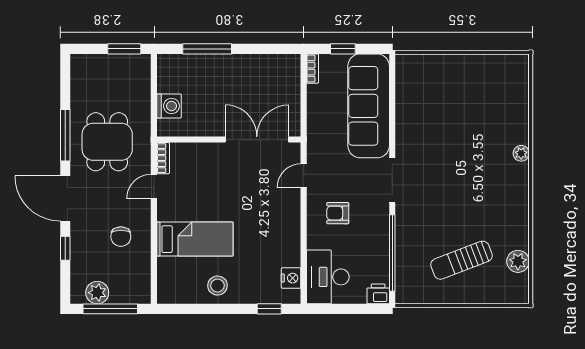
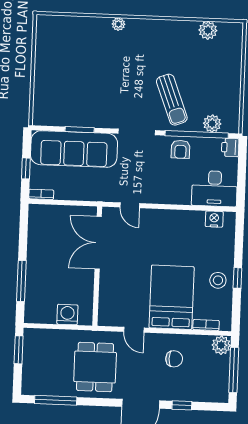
window: (392, 112) -> (80, 130), added
window: (65, 135) -> (56, 400), moved
dining table: (107, 142) -> (95, 367), turned 90
bookcase: (163, 158) -> (206, 325), moved
armchair: (338, 213) -> (180, 149), moved
bed: (195, 239) -> (172, 297), width x1.50
sun lounger: (462, 260) -> (172, 100), moved
plant: (406, 271) -> (212, 124), added
plant: (97, 293) -> (221, 345), moved
window: (269, 309) -> (237, 278), moved

